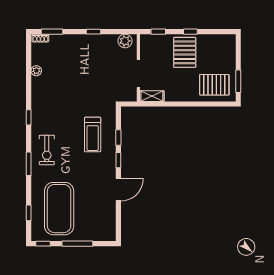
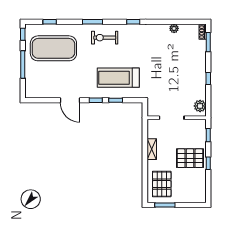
shelving: (152, 96) -> (152, 149), moved
treadmill: (93, 135) -> (118, 78), width x1.37, depth x1.38

